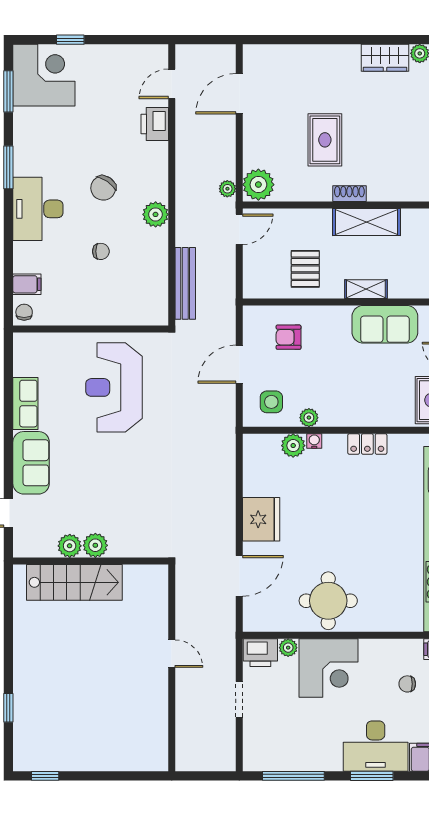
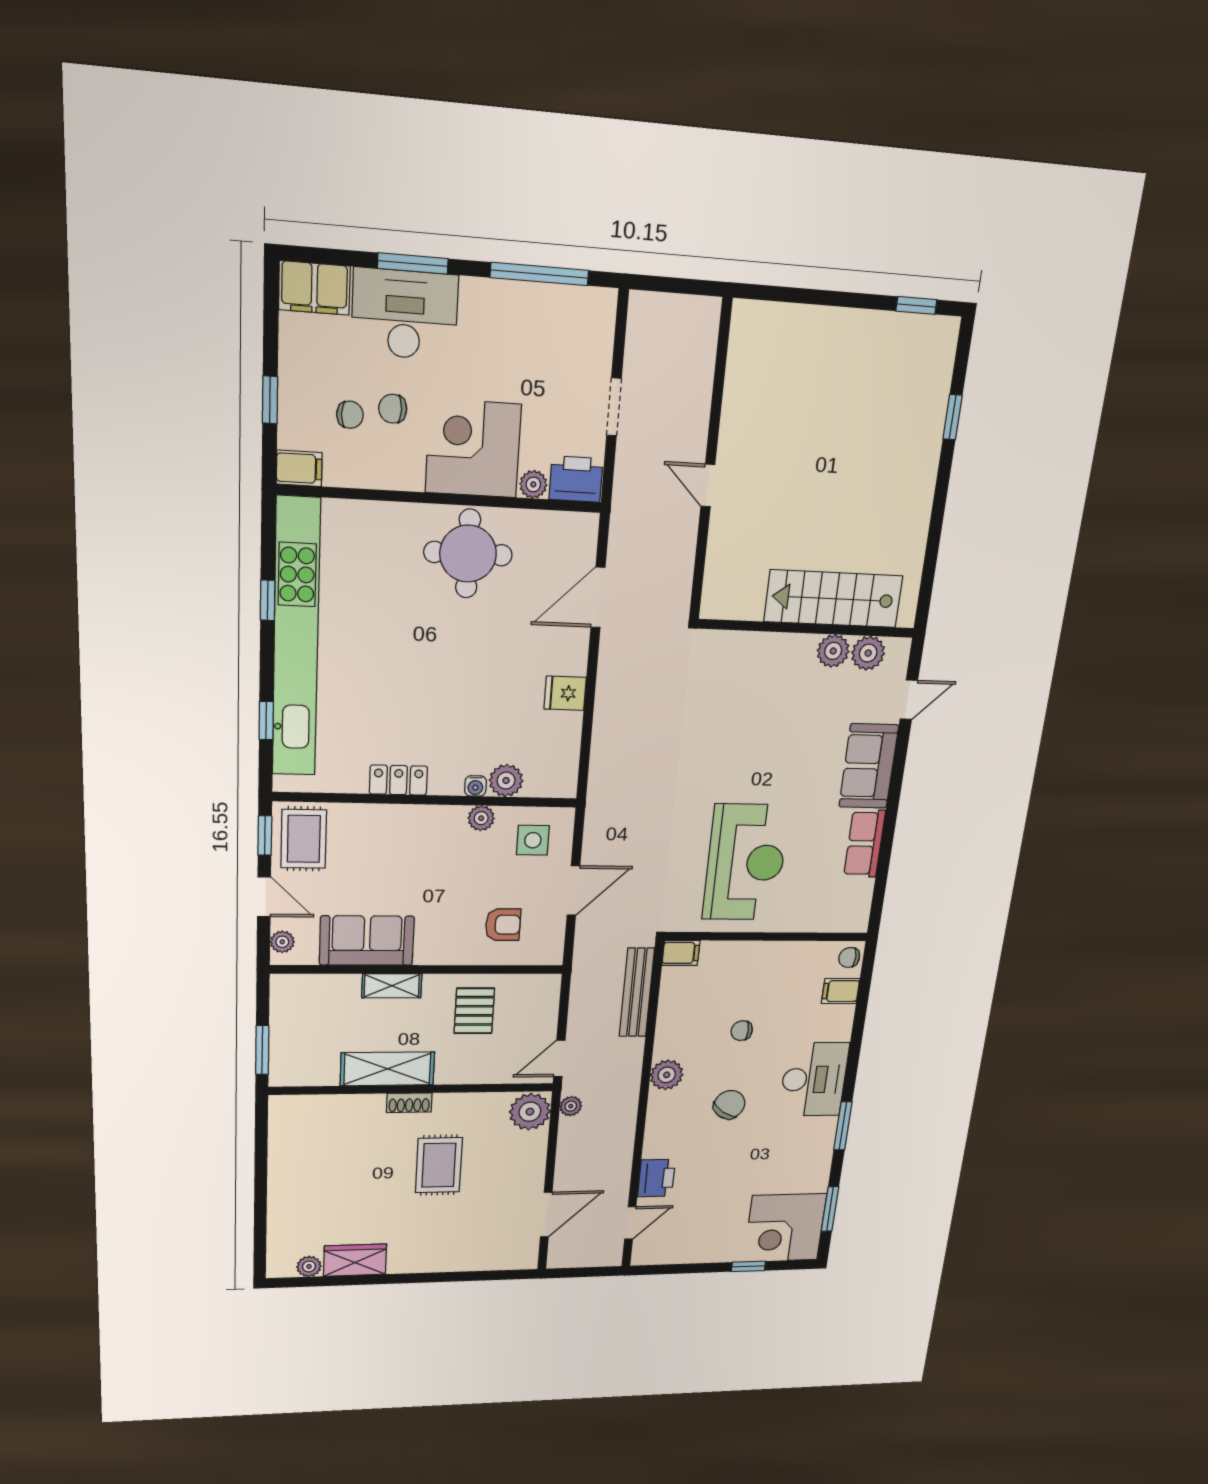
chair: (24, 312) -> (849, 957), turned 90
filing cabinet: (155, 315) -> (681, 953), added
fridge: (261, 519) -> (565, 693), width x0.53, depth x0.75
plant: (95, 545) -> (868, 653), moved
chair: (381, 689) -> (393, 409), added

